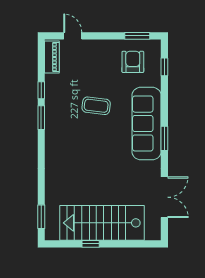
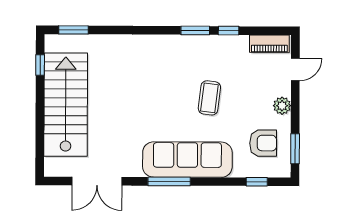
plant: (102, 47) -> (282, 106), added
window: (164, 138) -> (169, 181), width x1.44
window: (91, 244) -> (40, 65), moved

